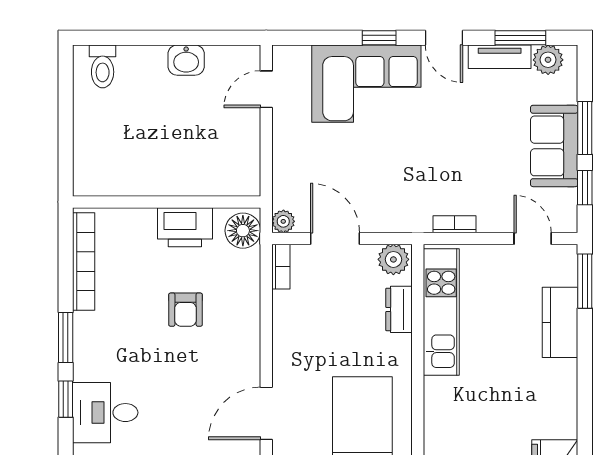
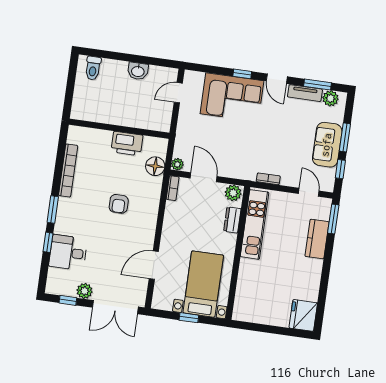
wall: (167, 202) -> (119, 129), moved
printer: (185, 227) -> (127, 144), moved

